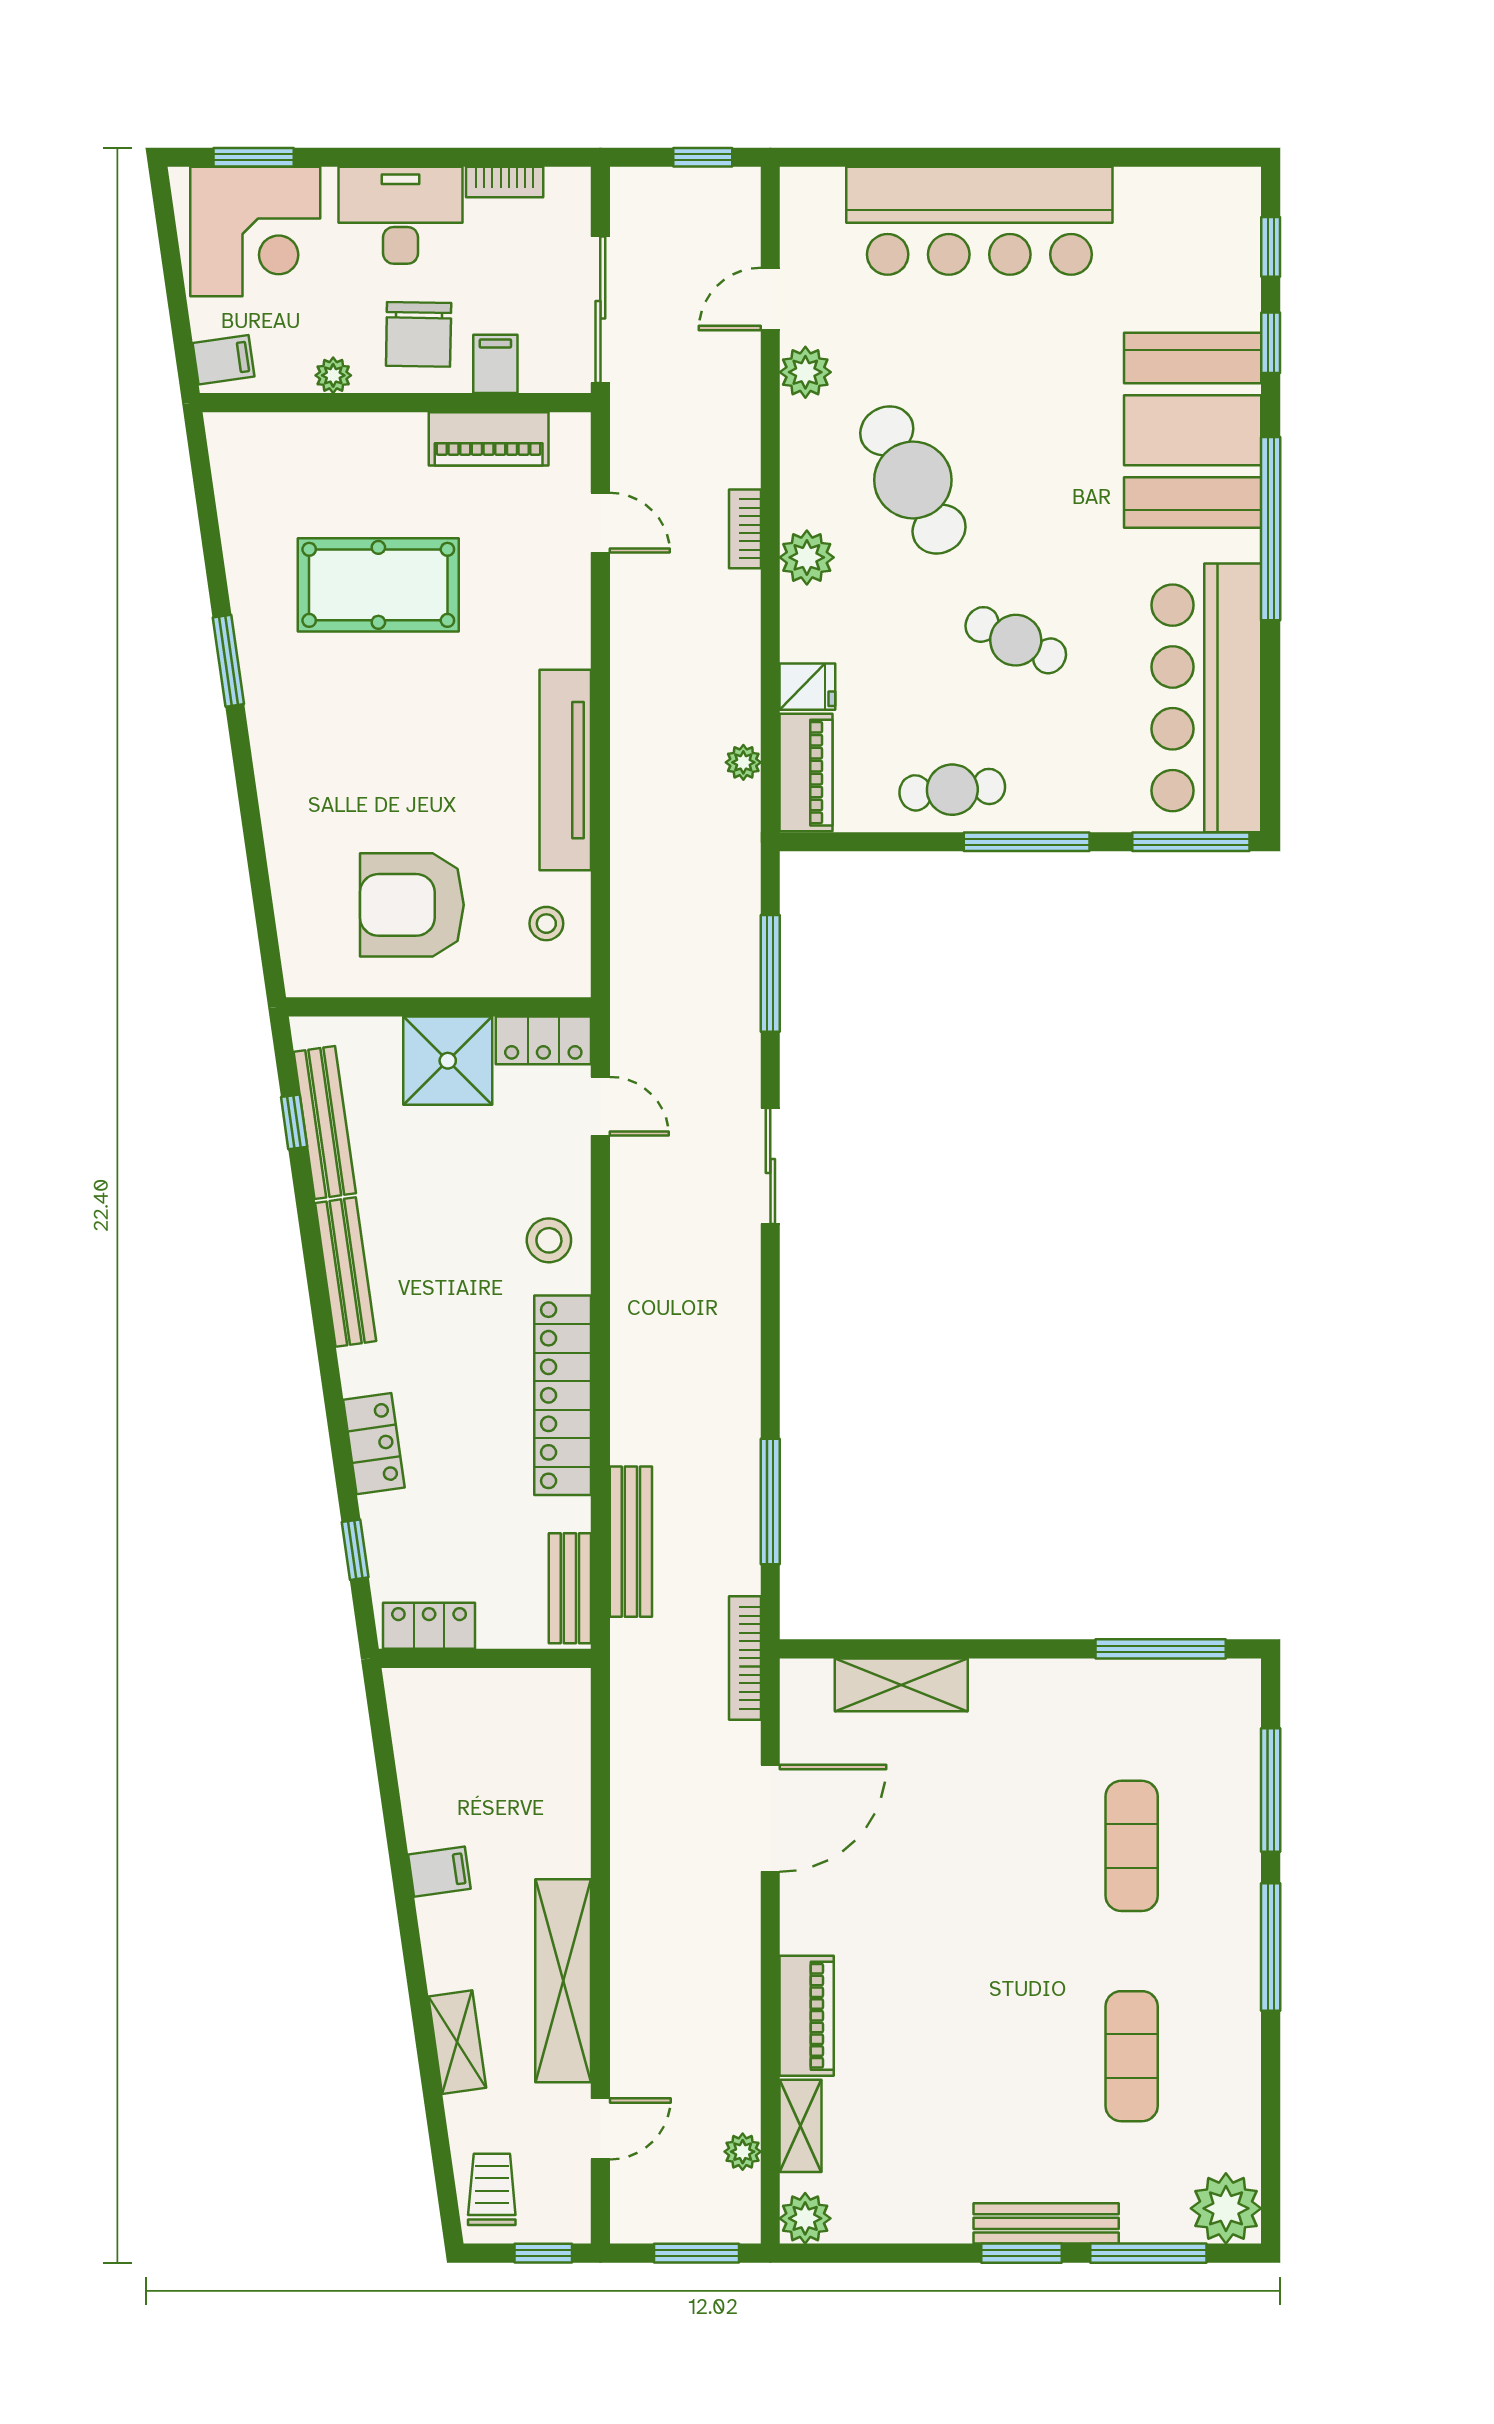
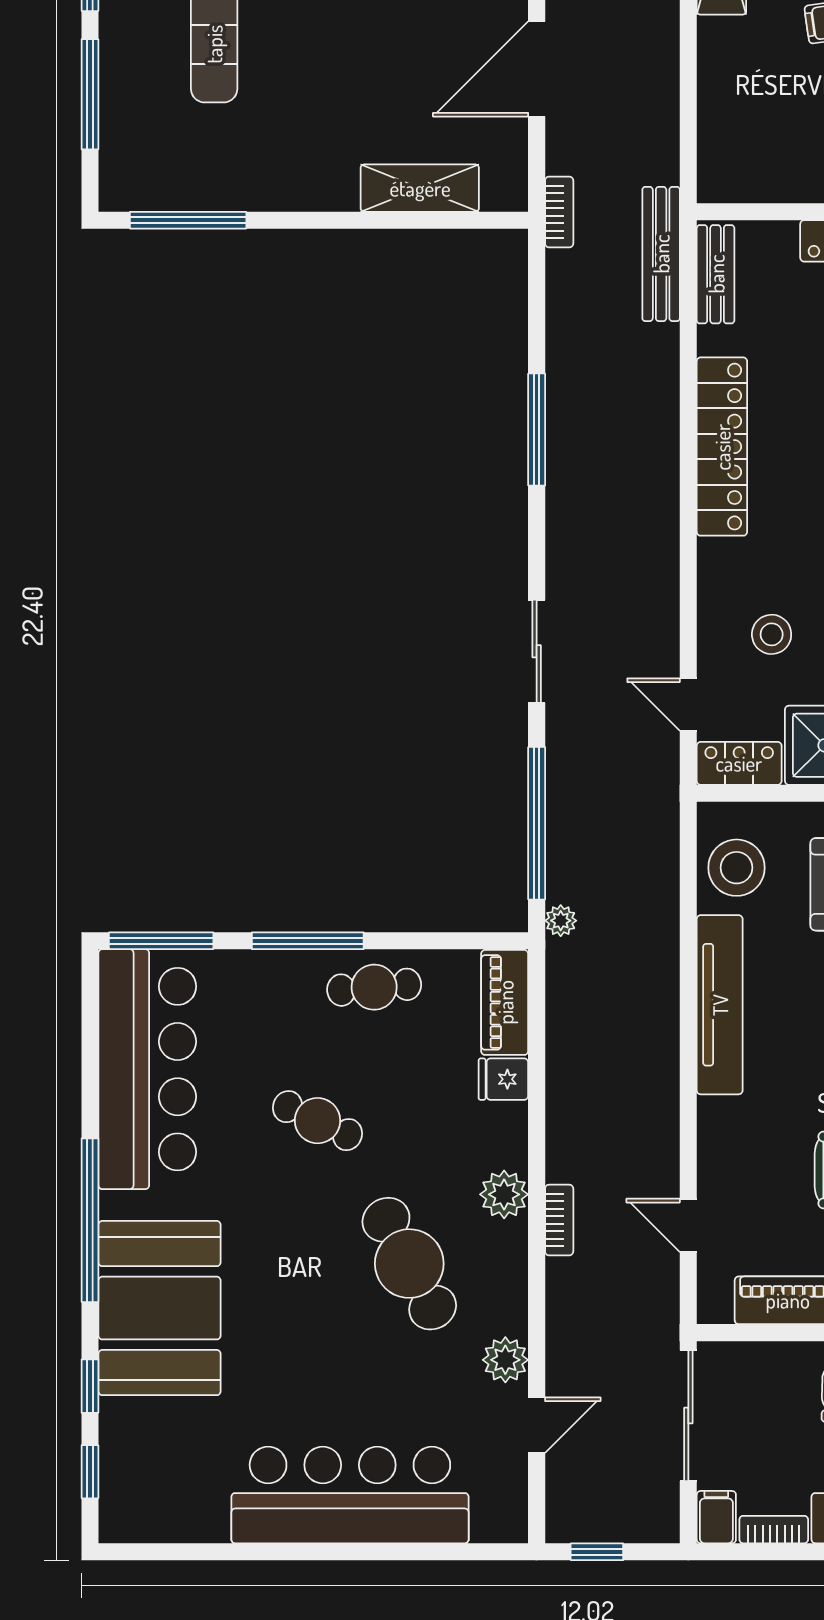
filing cabinet: (495, 364) -> (716, 1517), moved, turned 180
plant: (743, 762) -> (561, 921), moved
stool: (546, 924) -> (737, 868), width x1.89, depth x1.89
window: (770, 973) -> (537, 823), width x1.46
stool: (549, 1240) -> (772, 634), moved
window: (770, 1502) -> (537, 430), moved
bench: (631, 1542) -> (661, 254), moved
bookcase: (745, 1658) -> (559, 212), width x0.64

